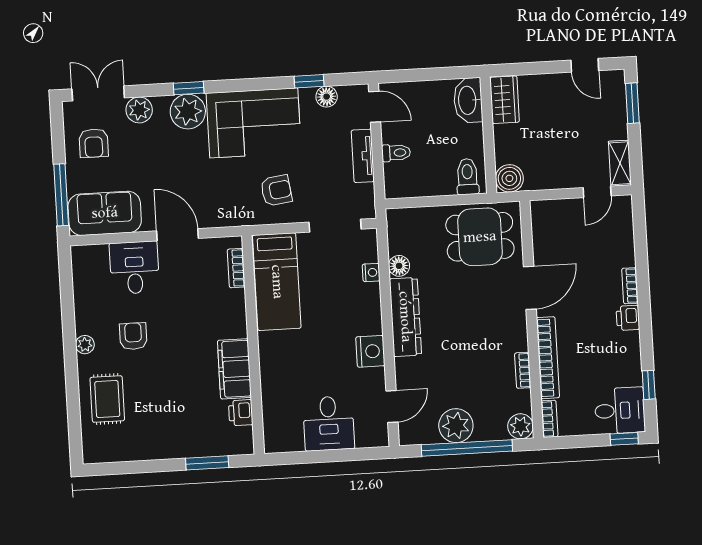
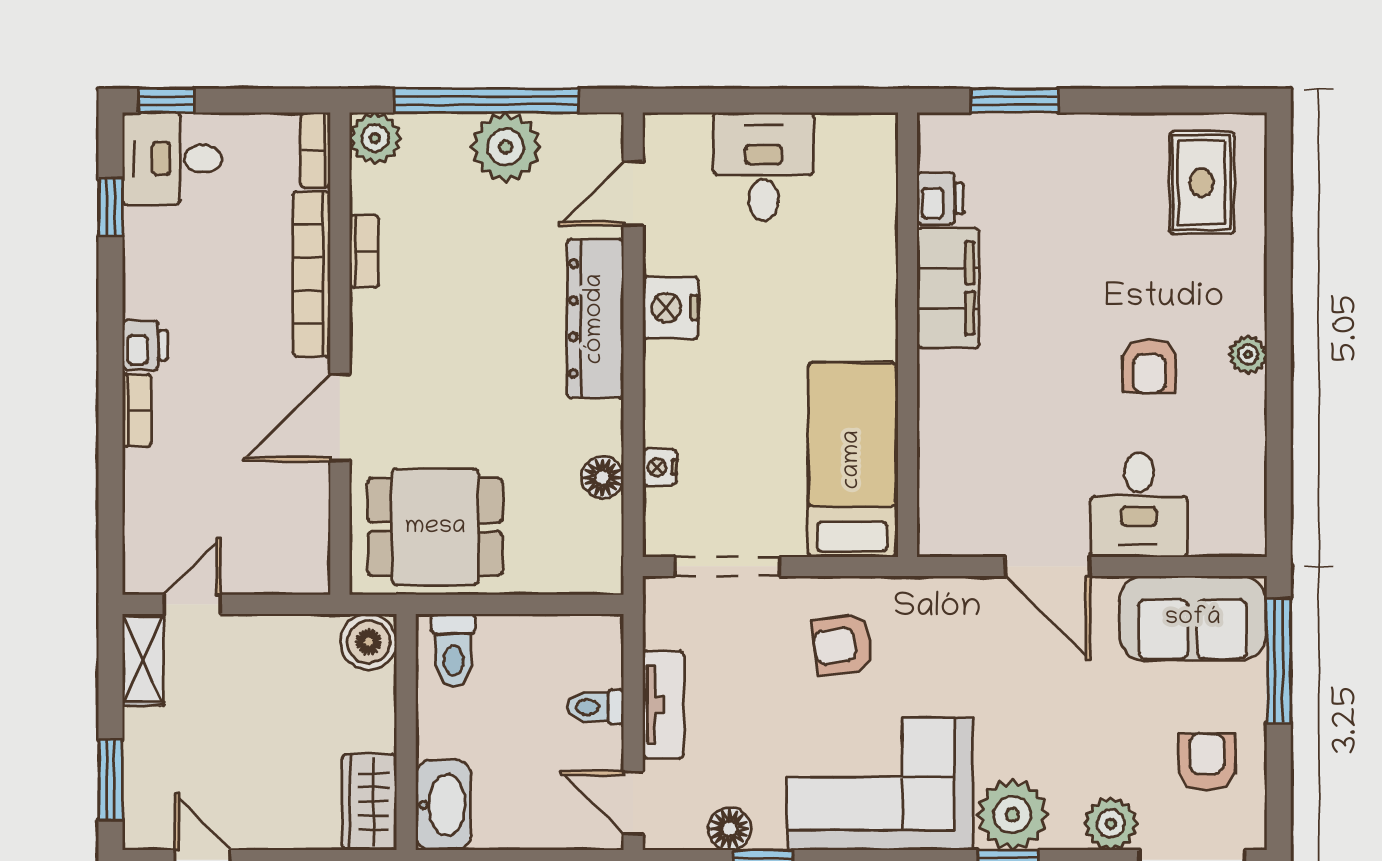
bookcase: (236, 268) -> (933, 492), removed
dresser: (405, 317) -> (595, 319), moved
rug: (107, 399) -> (1202, 183), moved

